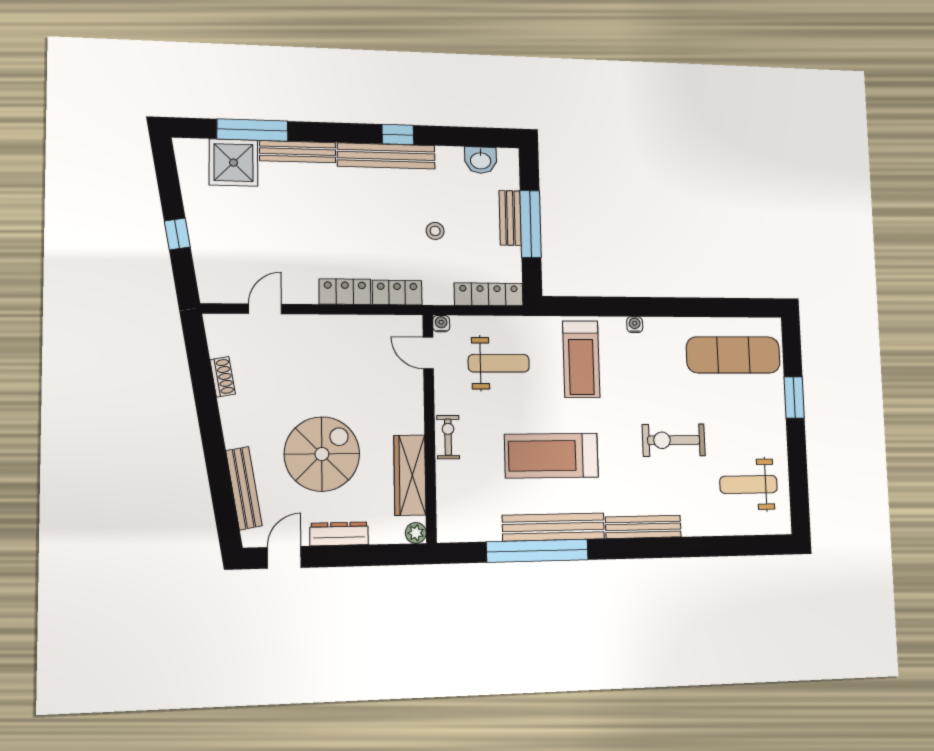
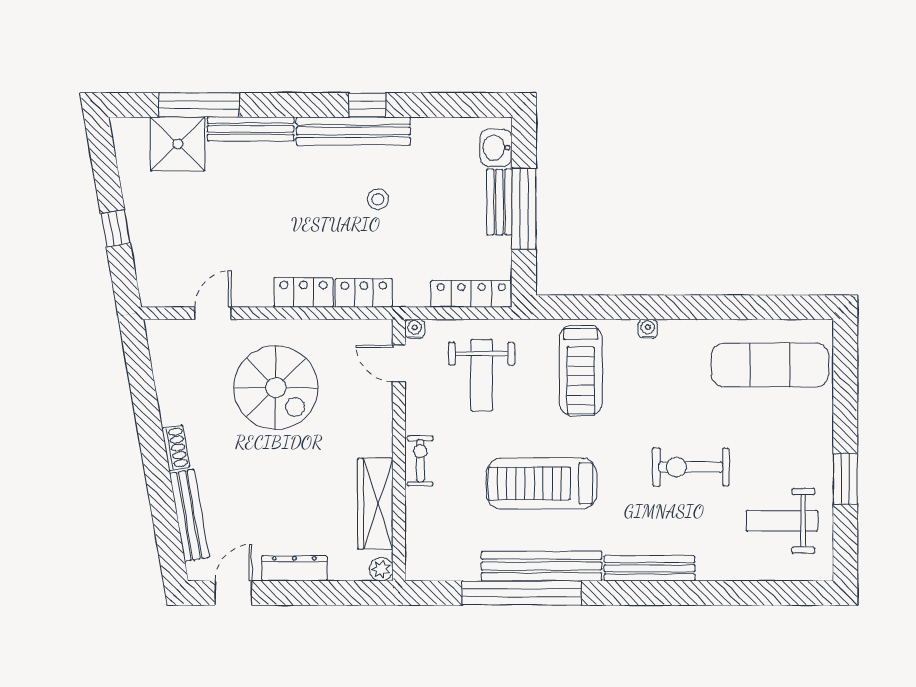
washbasin: (481, 160) -> (496, 148), moved, turned 90
stool: (435, 231) -> (378, 199), moved
weight bench: (499, 363) -> (482, 375), turned 90
shoe rack: (223, 377) -> (176, 448), moved
window: (794, 397) -> (845, 479), moved
spiral stairs: (322, 454) -> (276, 388), moved, turned 90

